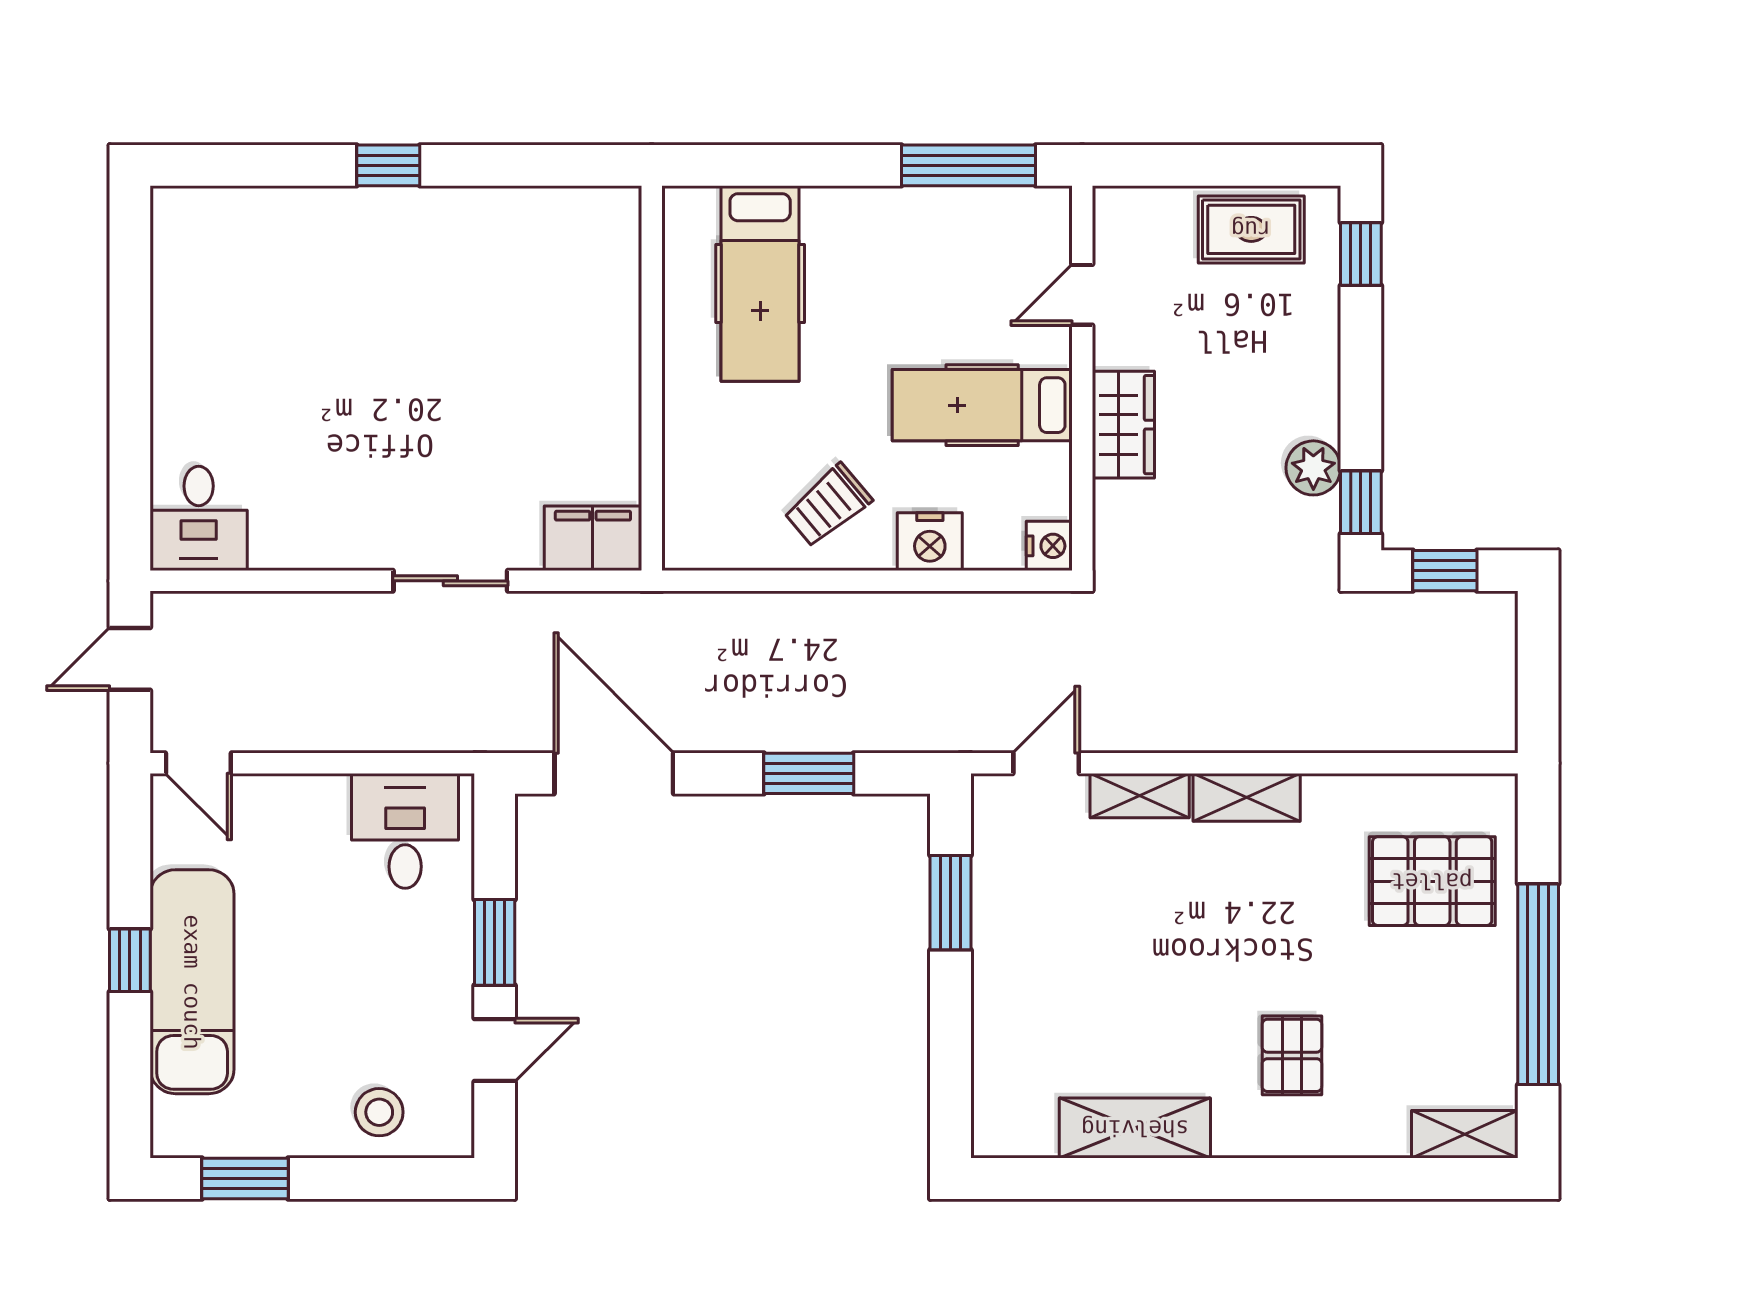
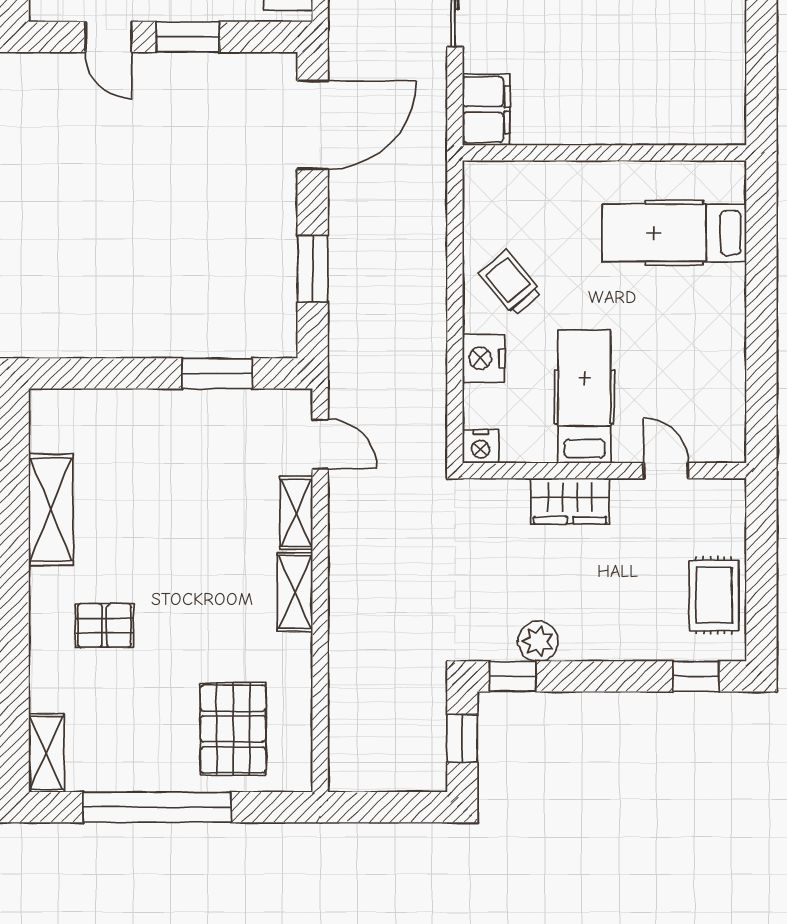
window: (969, 165) -> (761, 387), removed

